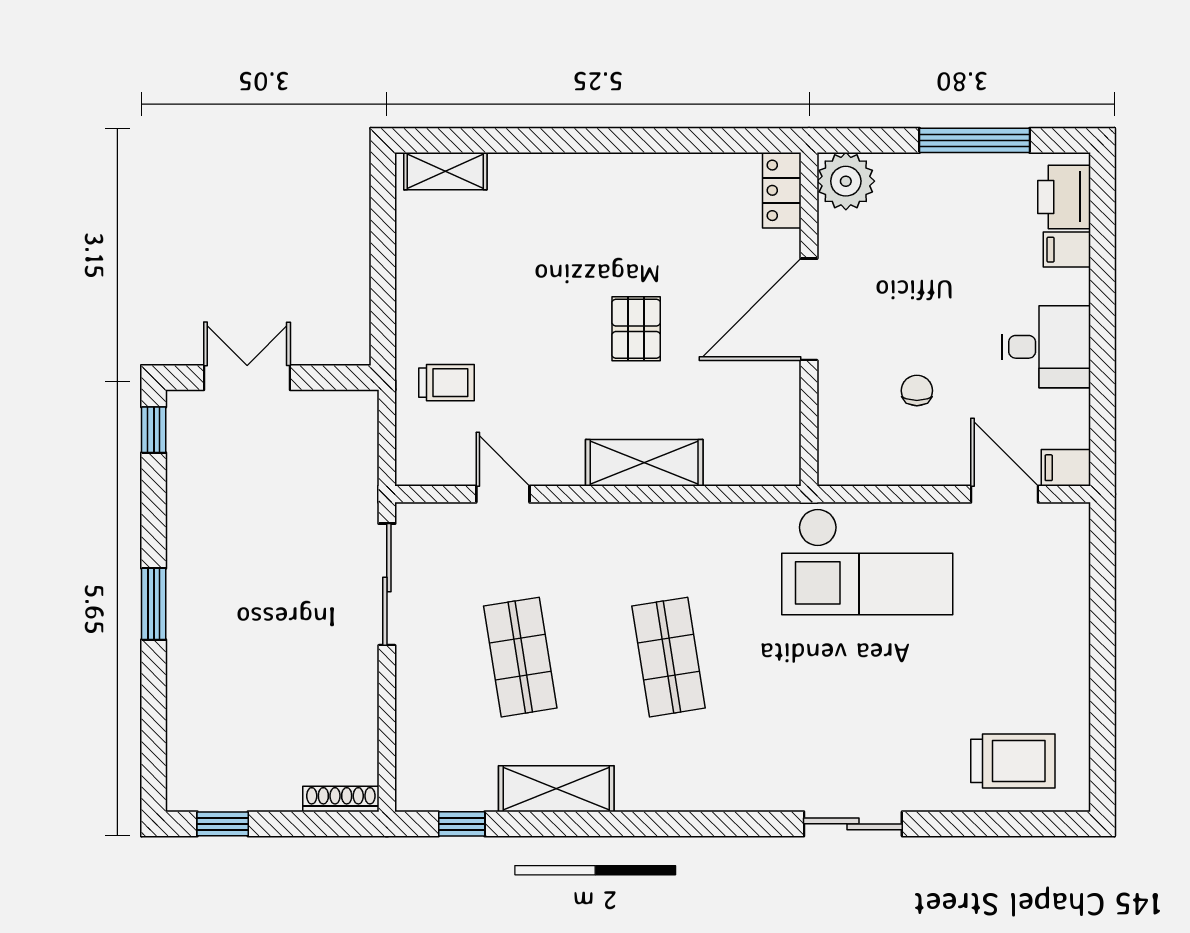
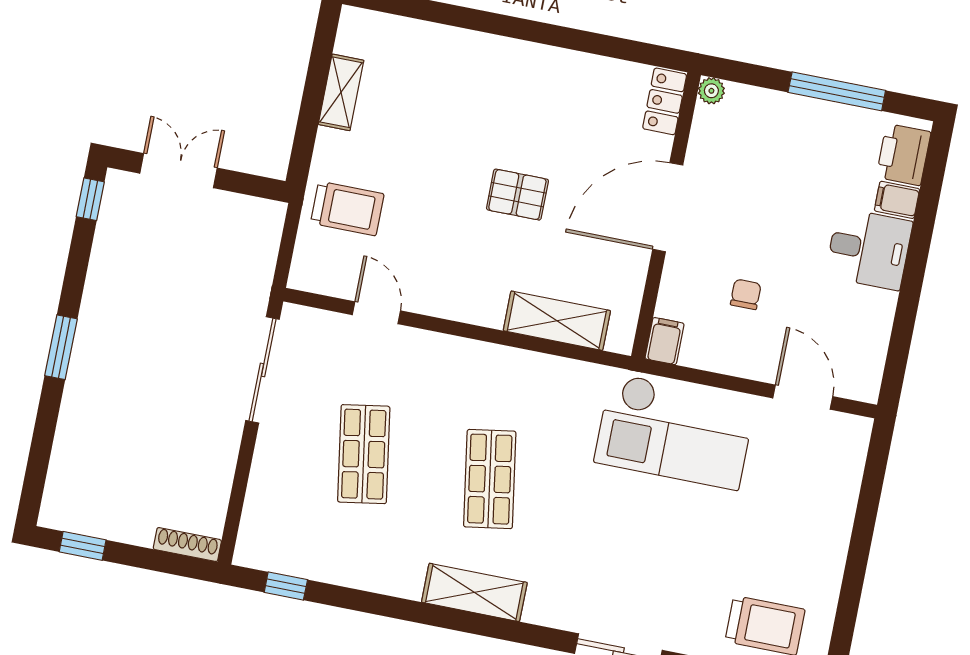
shelving: (445, 171) -> (341, 92), moved, turned 90
plant: (846, 181) -> (711, 91), width x0.53, depth x0.53
pallet: (636, 329) -> (517, 195), turned 90
desk: (1046, 347) -> (869, 249), moved
trolley: (447, 383) -> (347, 208), width x1.36, depth x1.39
shelving: (644, 463) -> (557, 321), moved
filing cabinet: (1066, 468) -> (665, 341), moved, turned 90
shelving: (556, 789) -> (474, 592), moved

